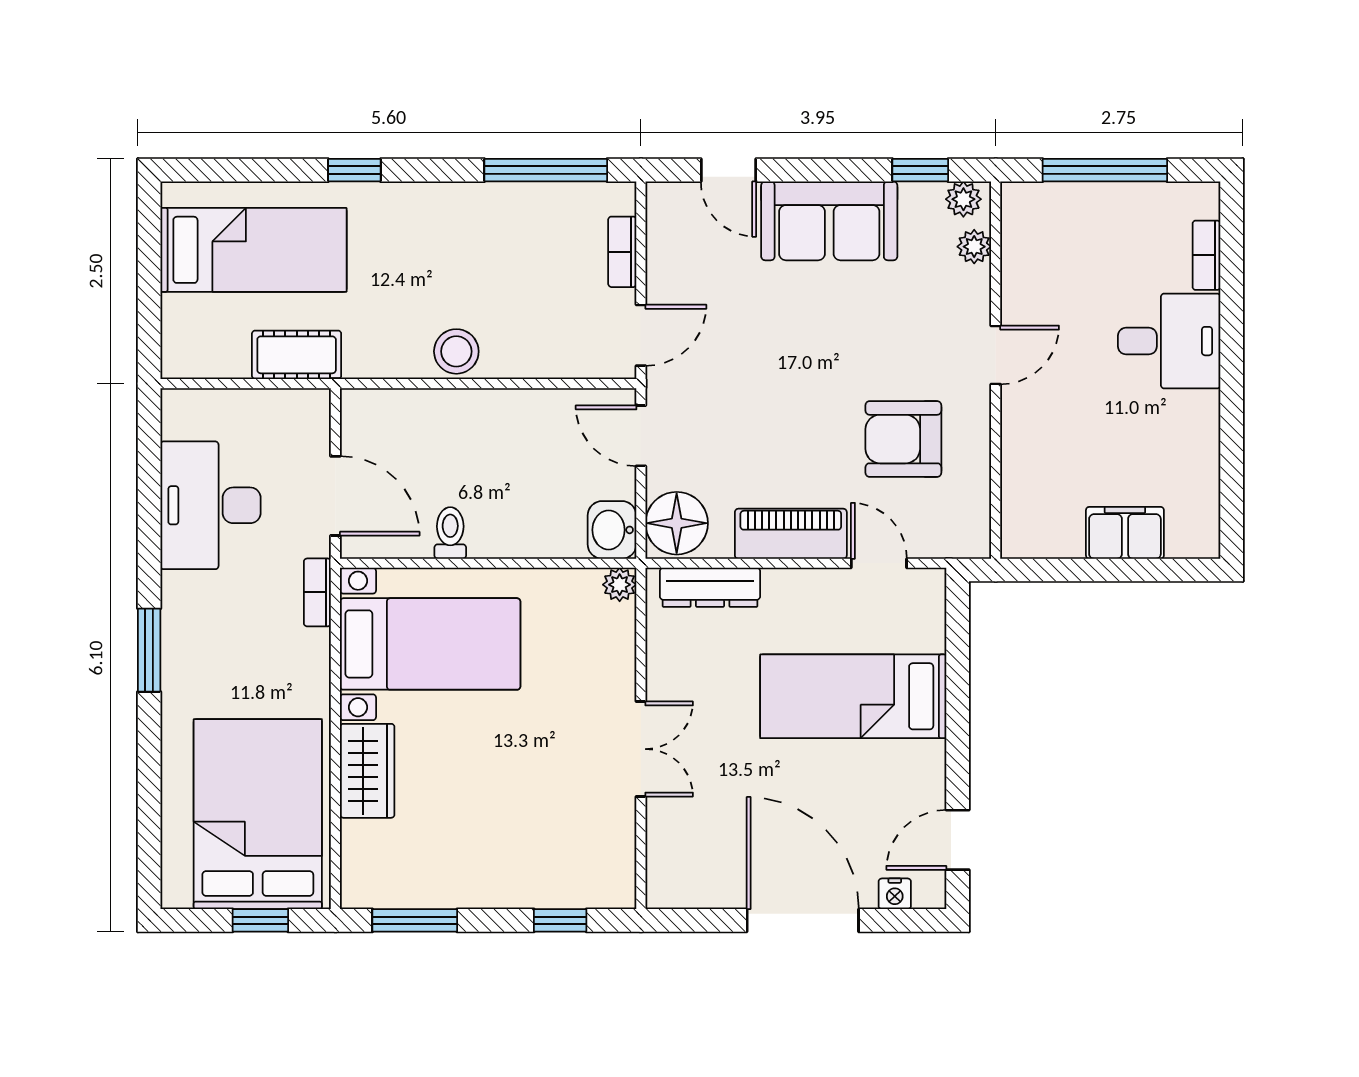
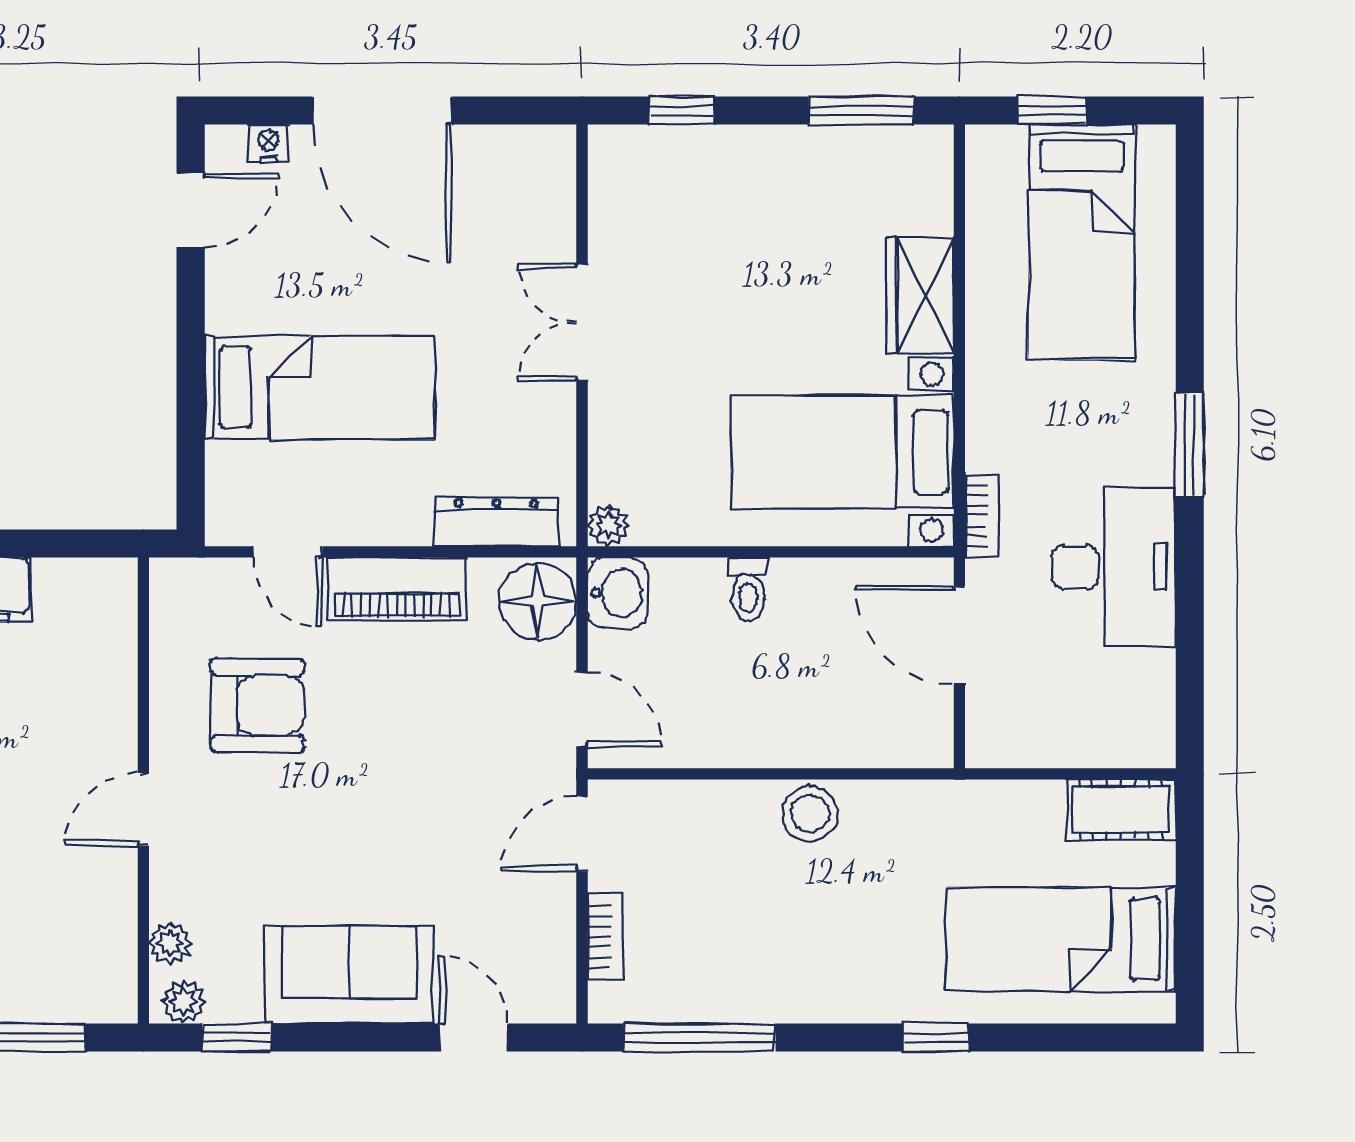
cot: (297, 355) -> (1121, 809), moved
desk: (210, 505) -> (1114, 567), moved
toilet: (450, 533) -> (748, 589), moved
bed: (258, 814) -> (1082, 242), width x0.67

